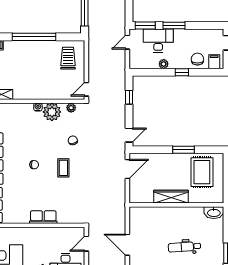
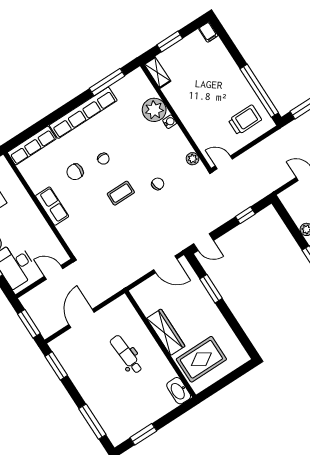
window: (34, 37) -> (259, 91), moved
plant: (52, 112) -> (154, 110), moved
window: (184, 150) -> (211, 289), moved
rug: (202, 172) -> (201, 359), moved
chair: (31, 188) -> (75, 172), added
dental chair: (184, 247) -> (126, 354), moved

